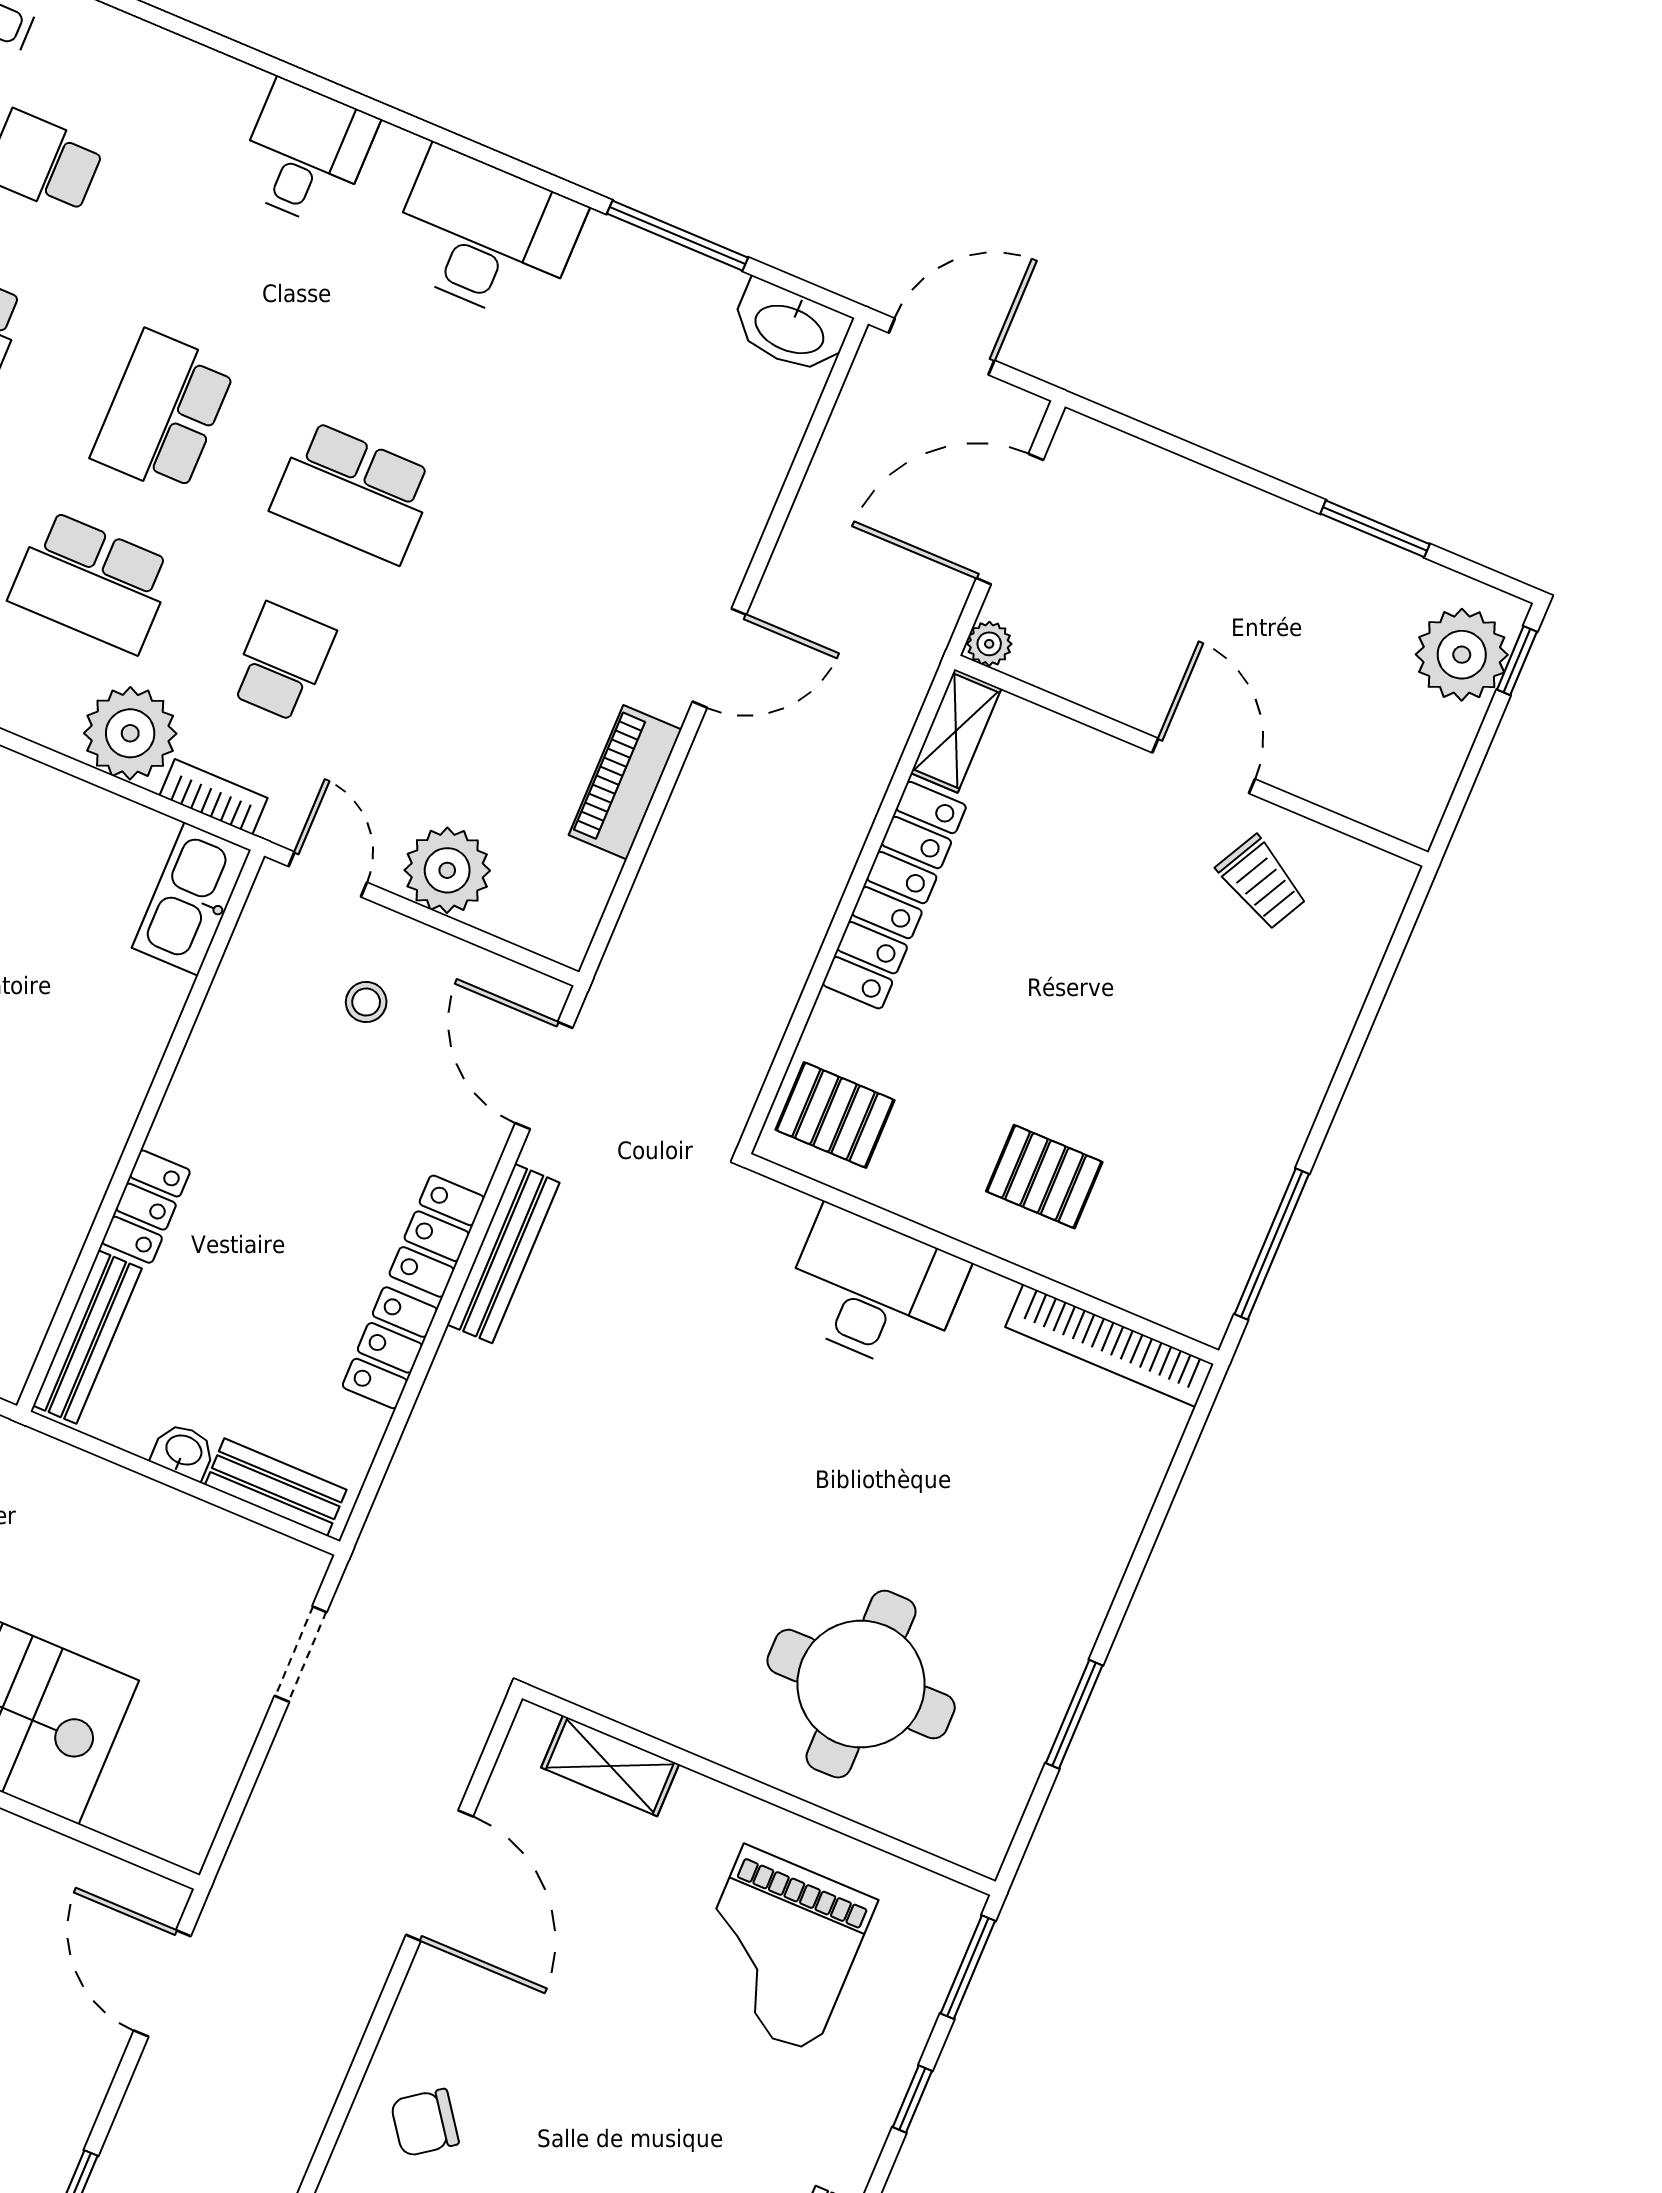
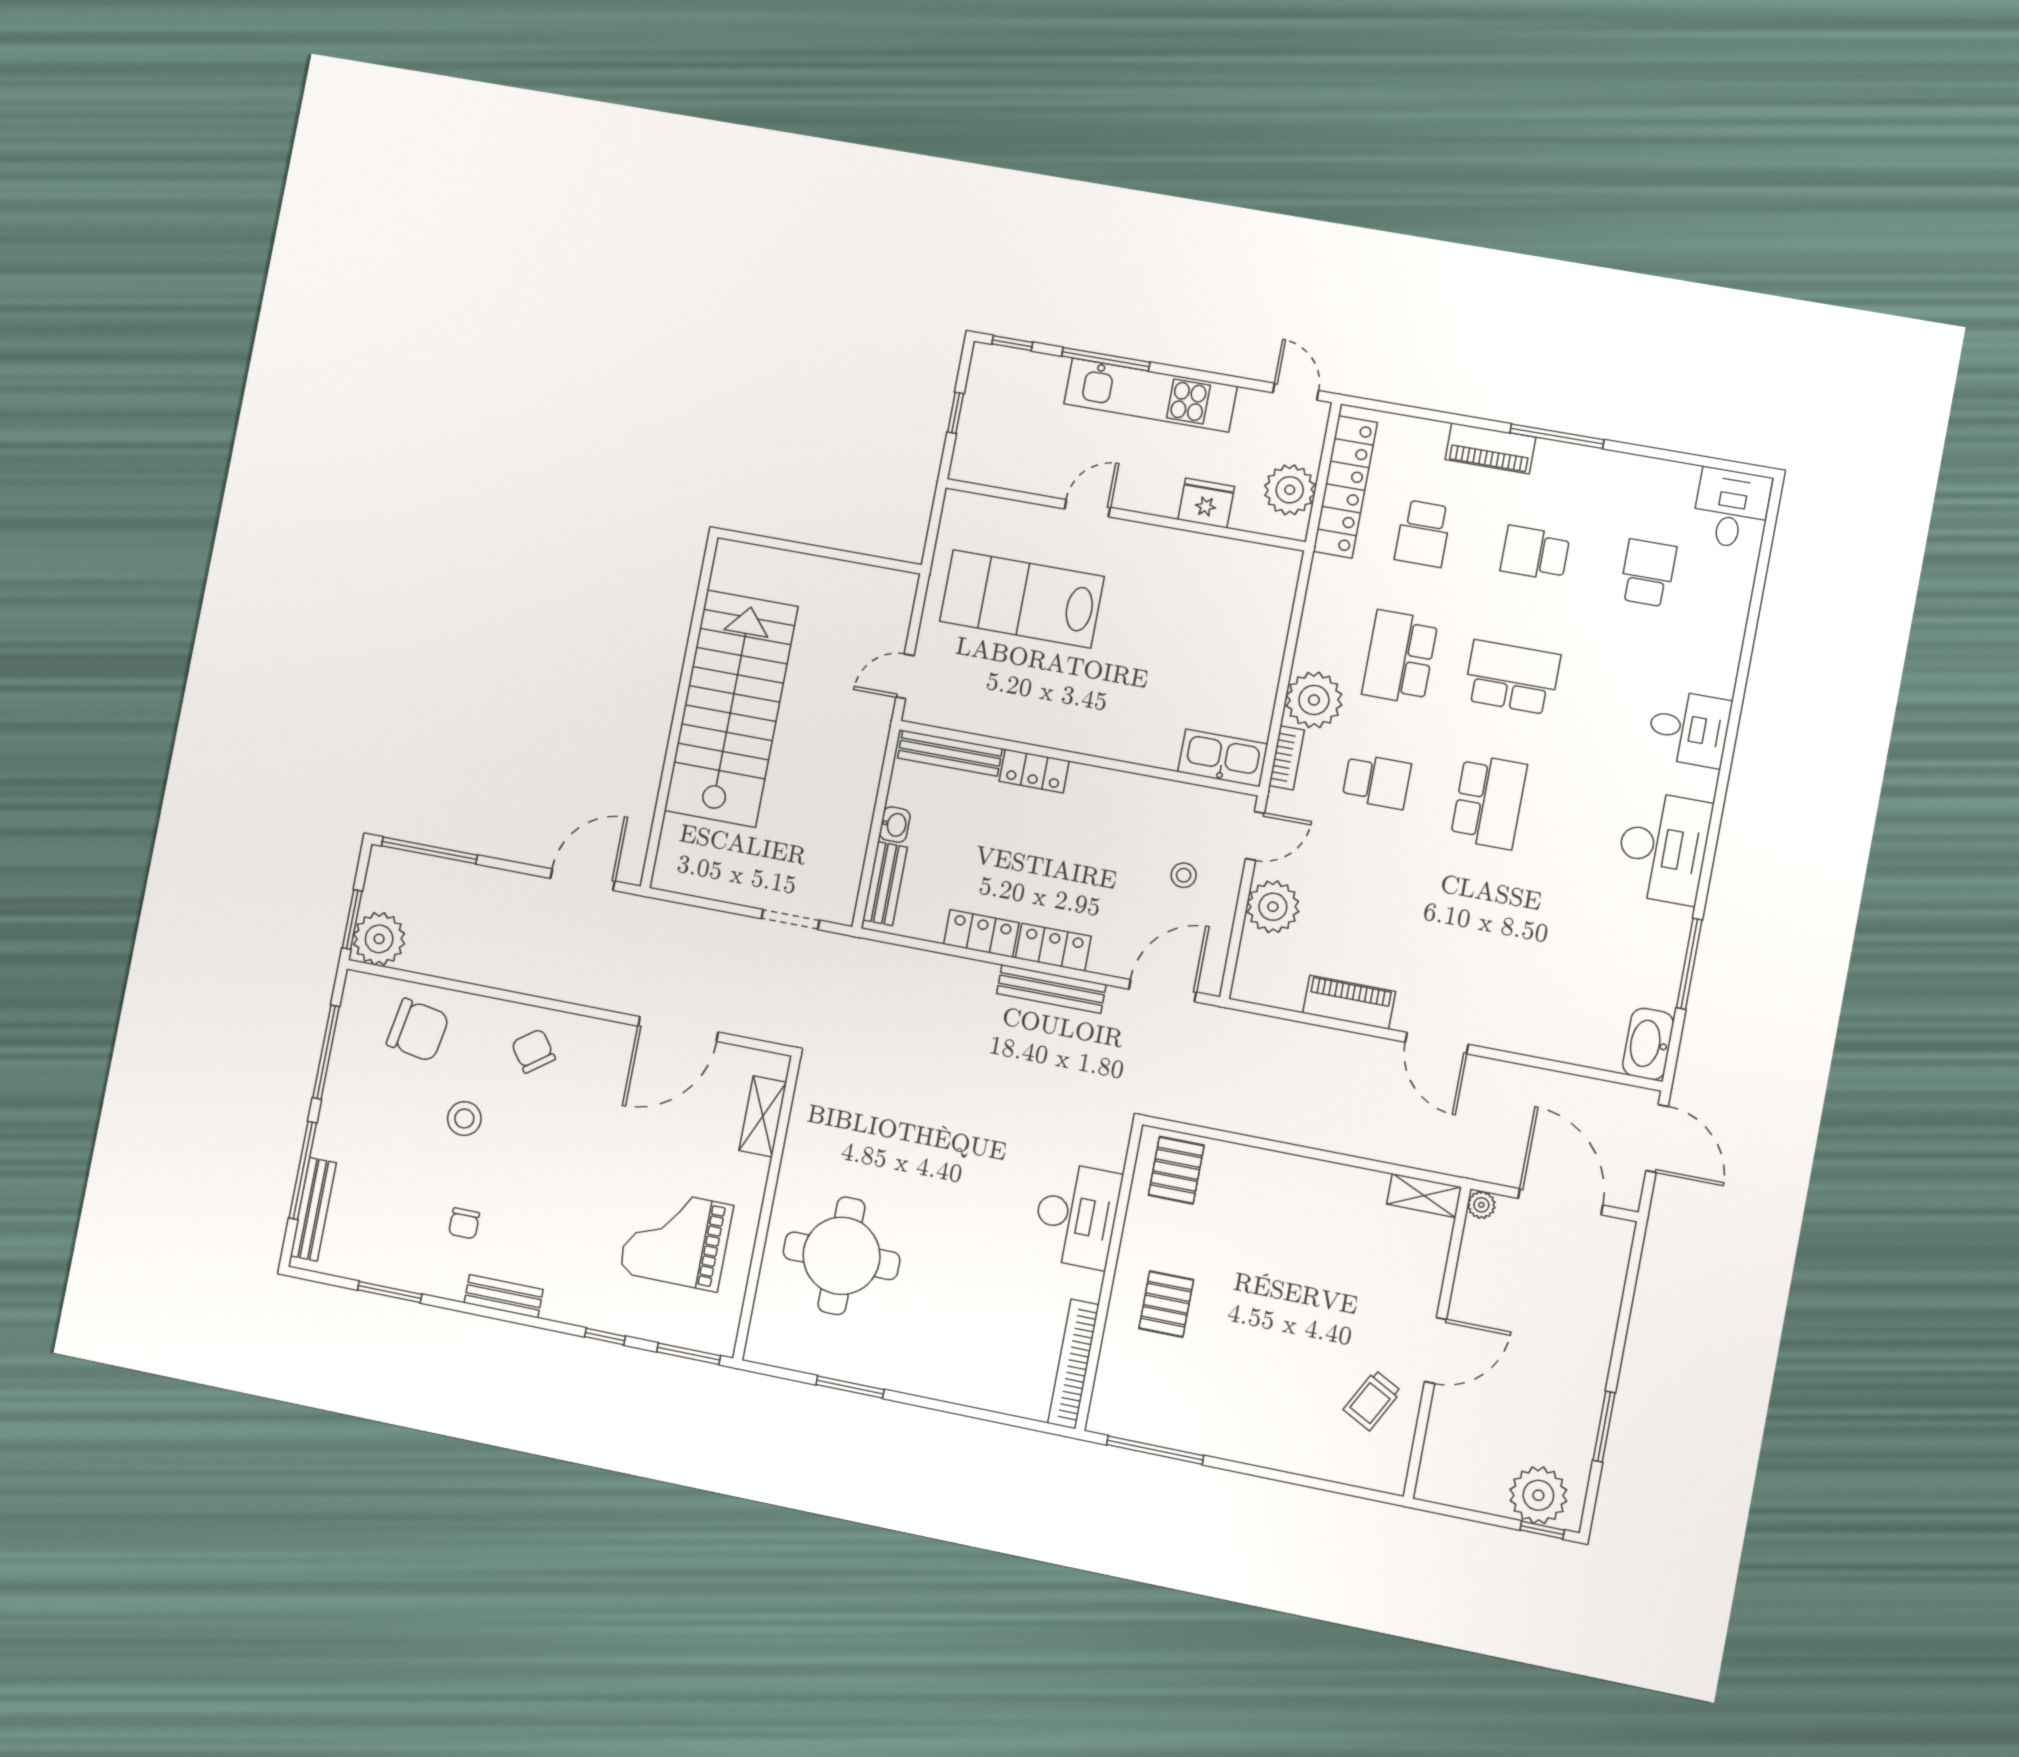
school desk: (354, 492) -> (1489, 802), turned 180
locker: (894, 895) -> (1316, 1179), removed

